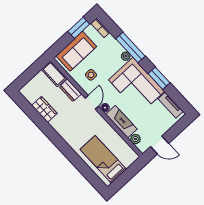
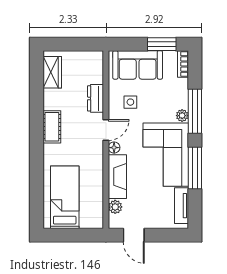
cot: (54, 74) -> (52, 127), moved
window: (159, 78) -> (195, 168), width x1.44
wardrobe: (44, 109) -> (52, 72), moved

